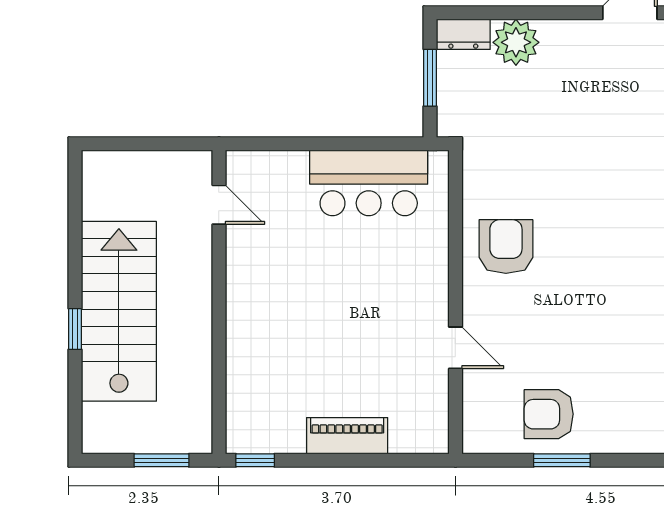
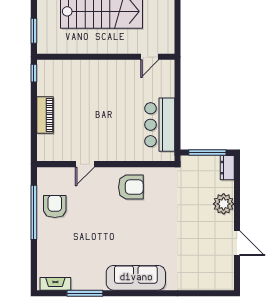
plant: (516, 42) -> (224, 204), moved
window: (430, 78) -> (207, 153), width x1.44
window: (562, 460) -> (34, 212), width x2.11

